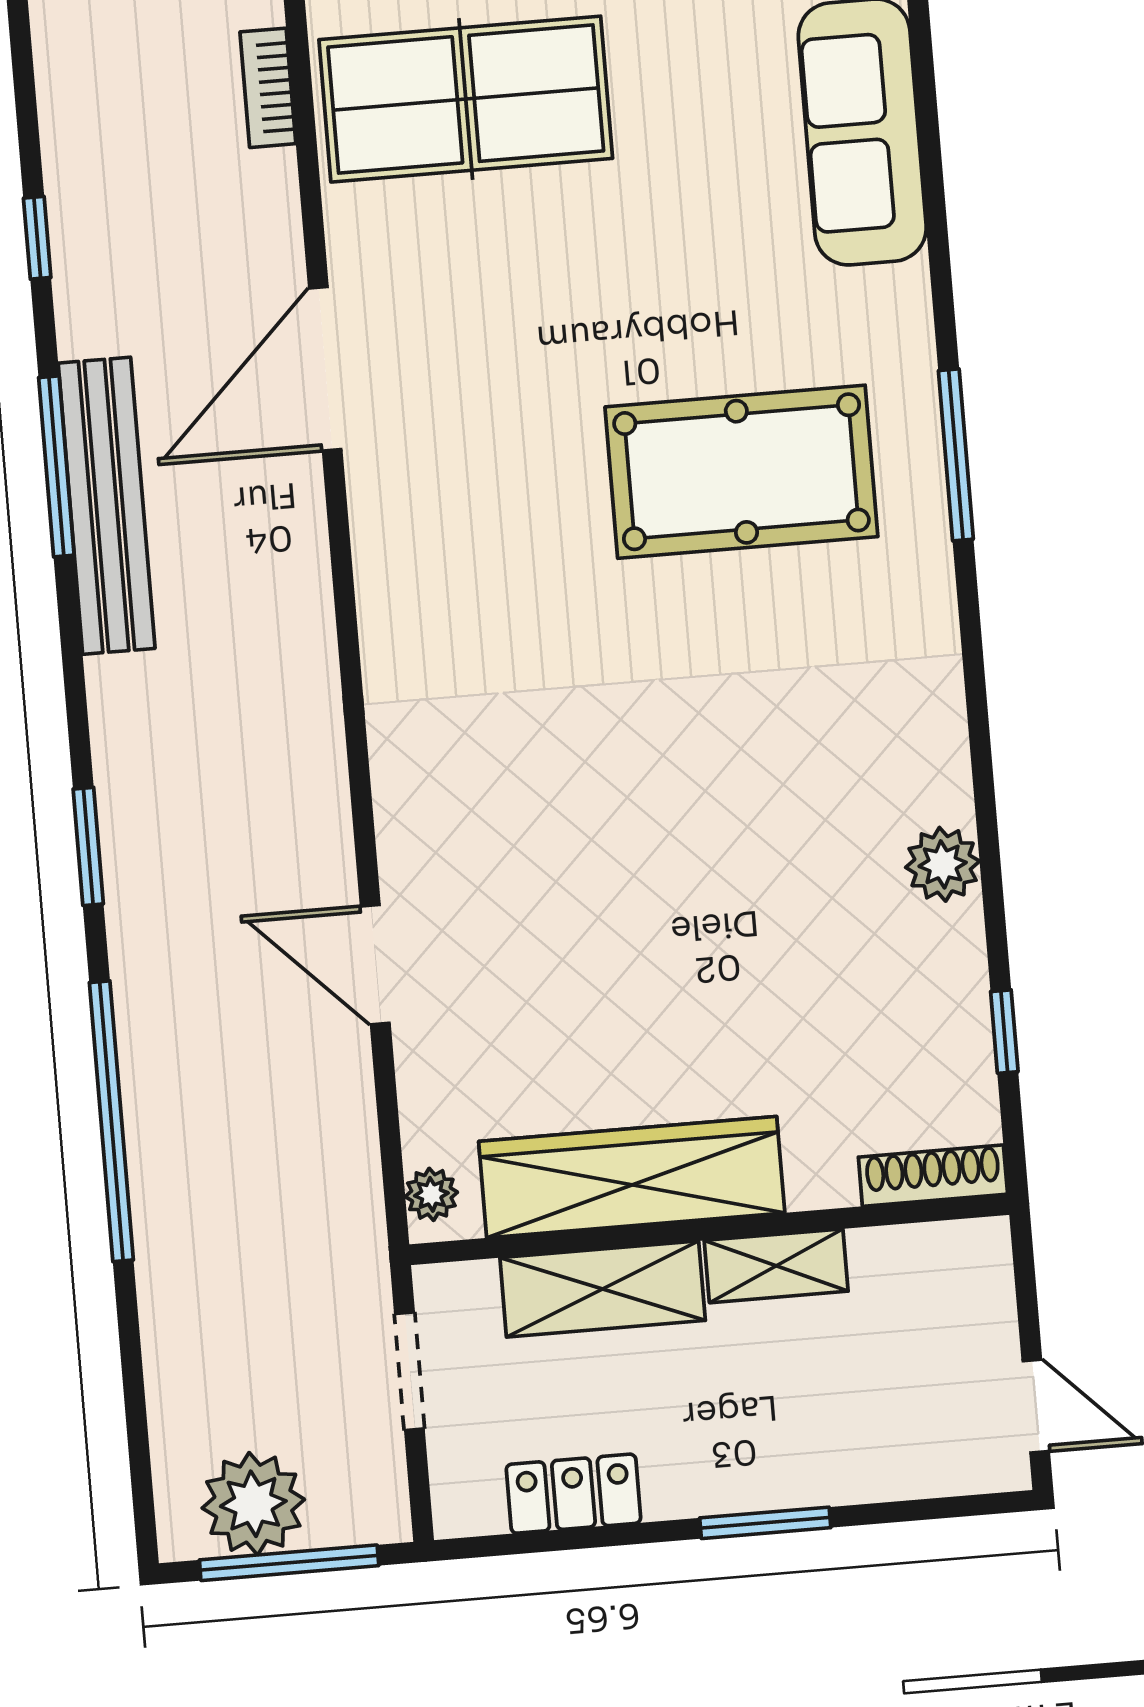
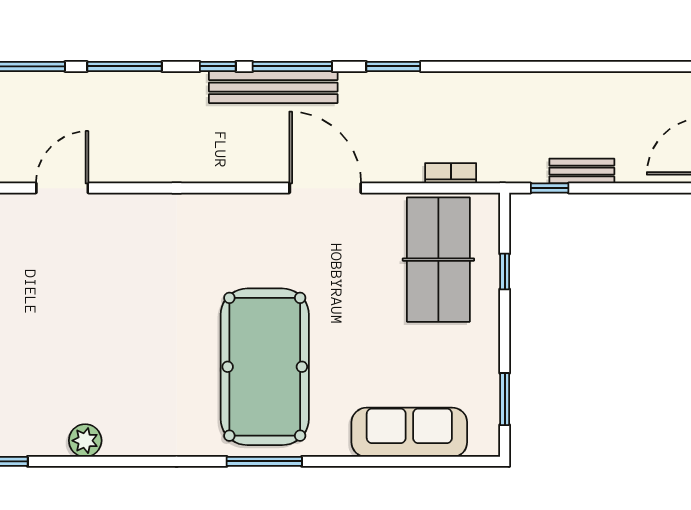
window: (37, 238) -> (393, 66), width x1.50
pool table: (741, 472) -> (265, 367), width x1.36, depth x1.32
window: (71, 635) -> (218, 66), added
window: (88, 846) -> (124, 66), width x1.44

